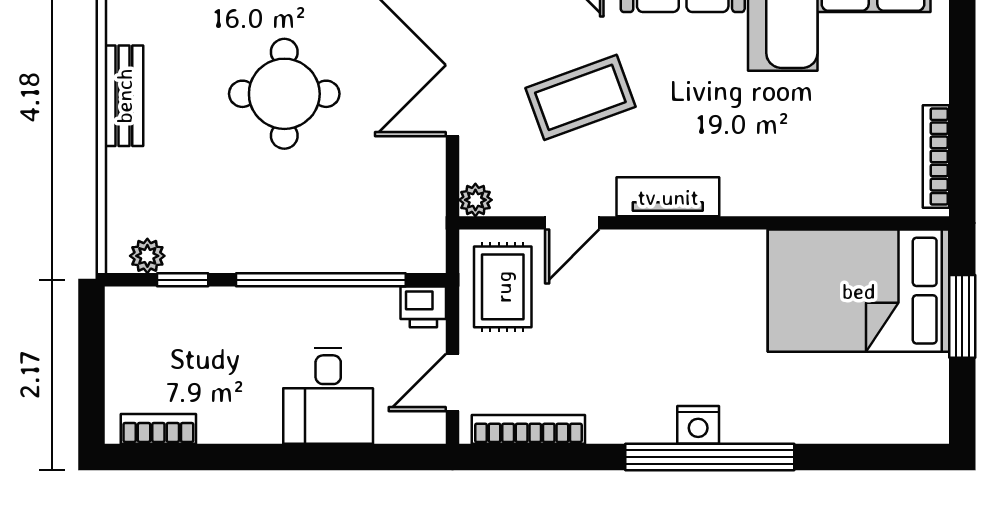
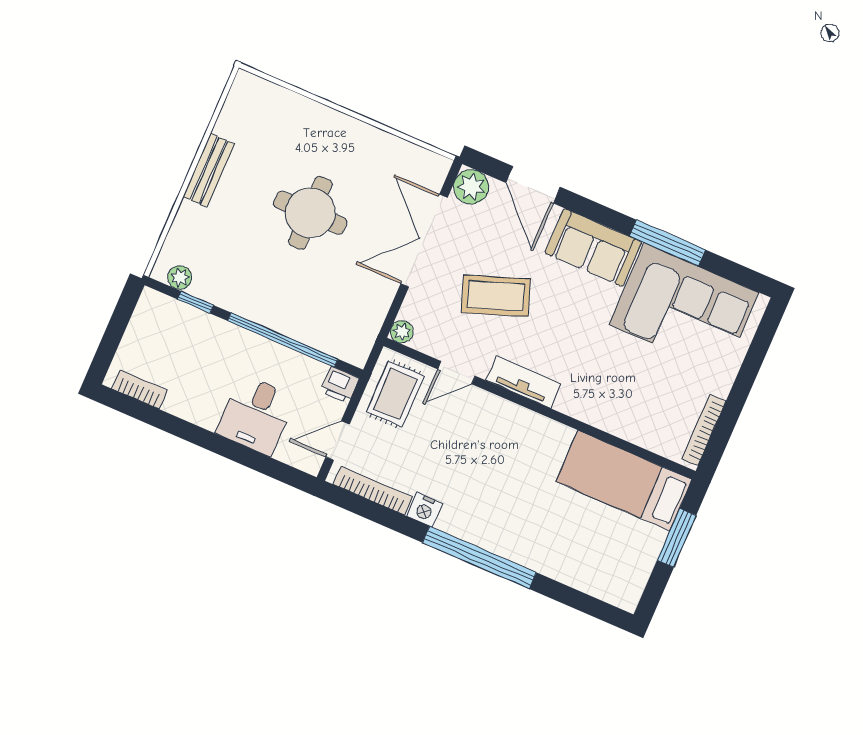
bed: (859, 291) -> (624, 480), width x0.67
nightstand: (698, 425) -> (425, 510), moved

